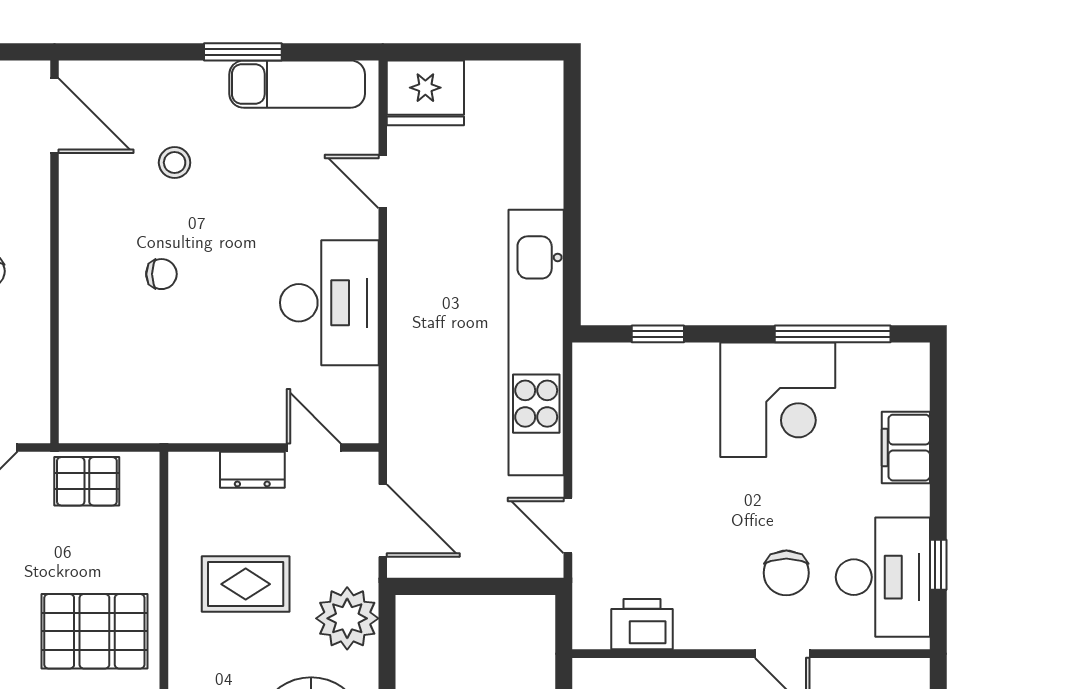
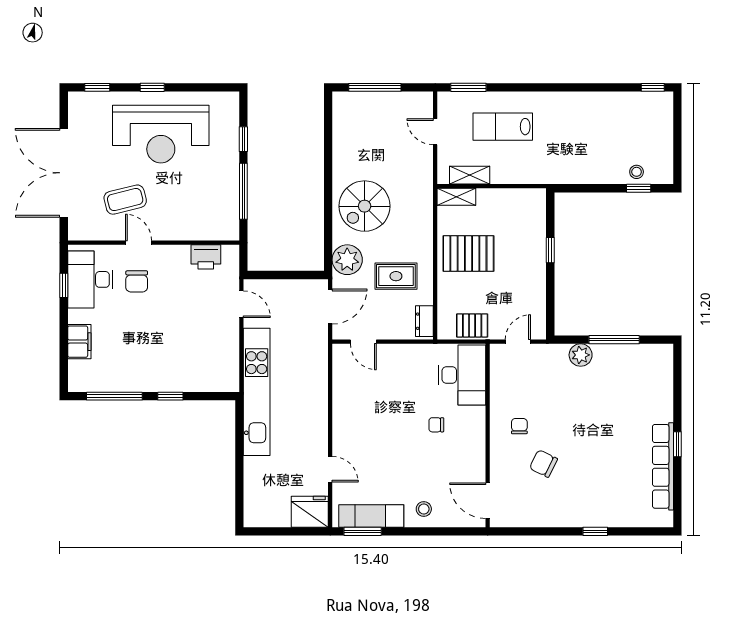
window: (243, 52) -> (363, 531), moved
stool: (175, 163) -> (424, 509), moved
desk: (329, 303) -> (462, 375), moved, turned 180
window: (658, 334) -> (170, 396), moved
corner desk: (778, 400) -> (141, 365), removed
dresser: (252, 470) -> (424, 321), moved, turned -90
door: (383, 521) -> (330, 307), swing flipped
chair: (786, 573) -> (137, 281), turned 180

